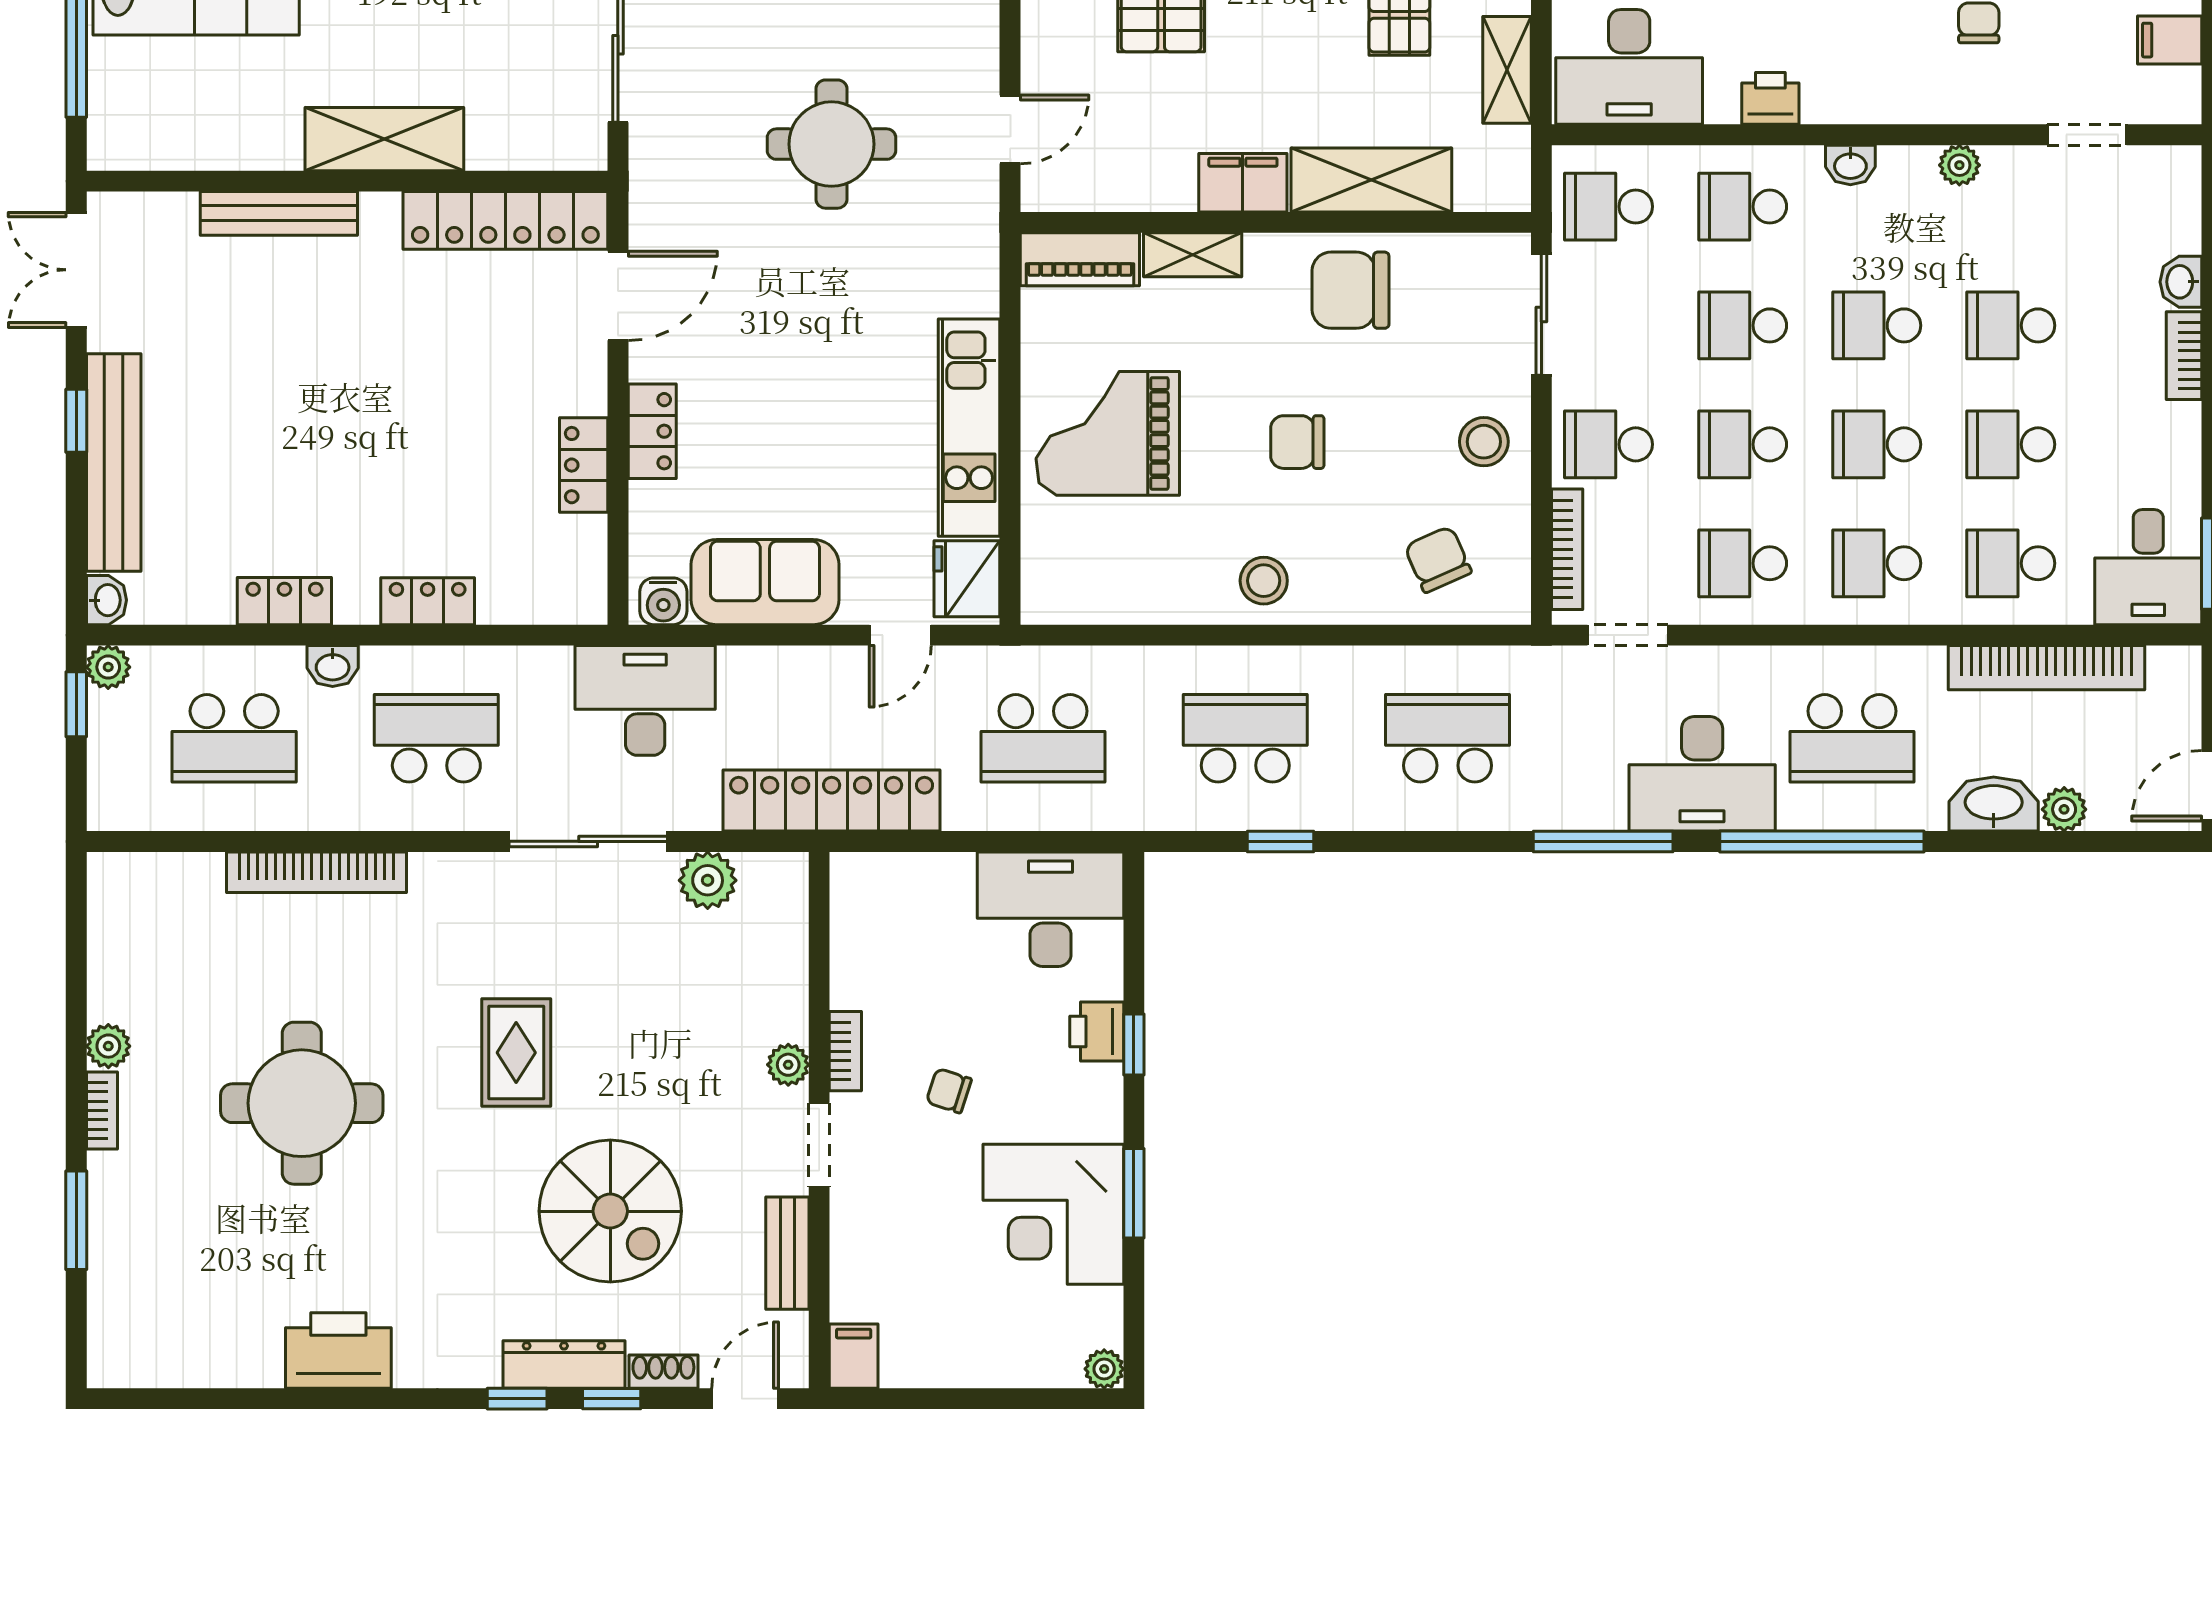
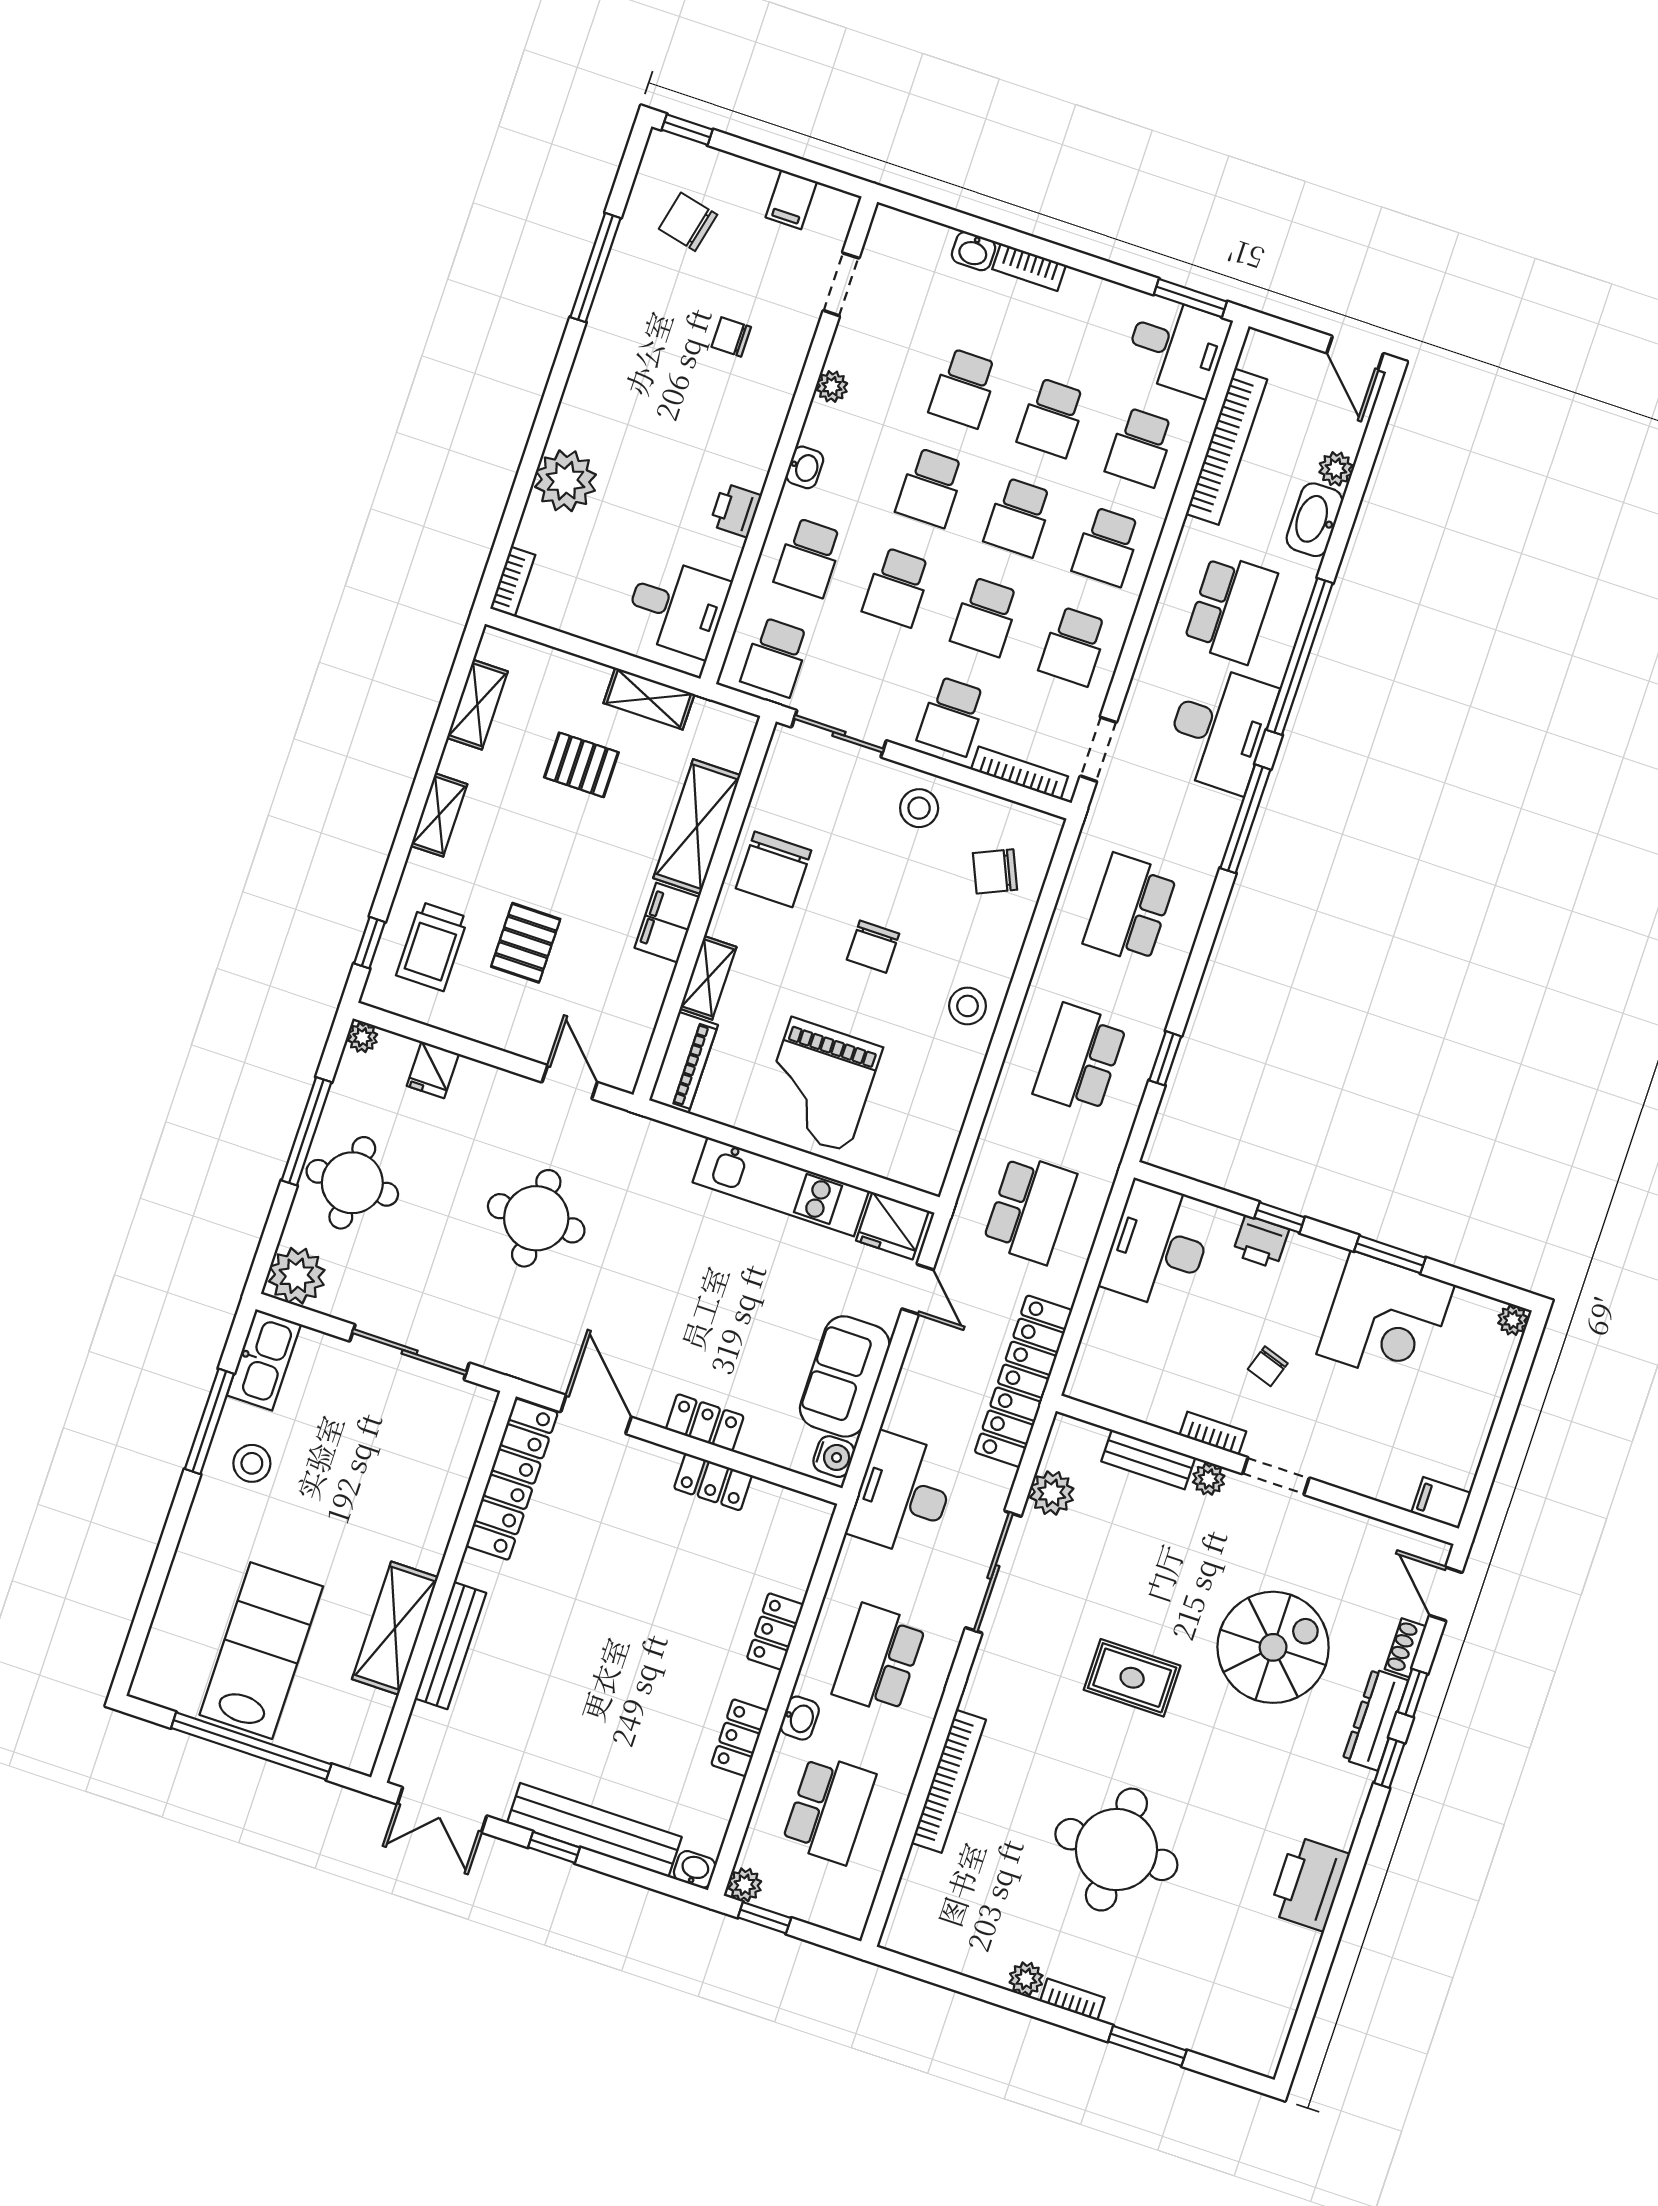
desk: (1629, 67) -> (677, 607), width x0.73
shelving: (384, 139) -> (395, 1628), moved
bench: (787, 1253) -> (1148, 1459), moved

